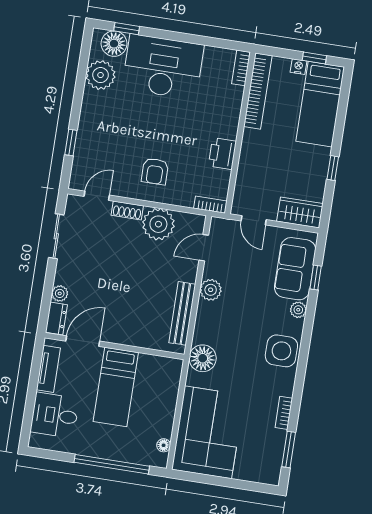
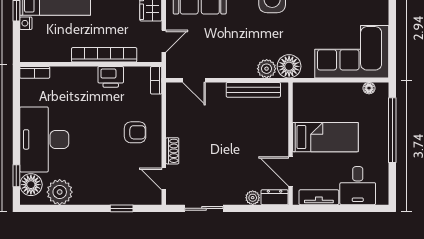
bookcase: (258, 91) -> (104, 55), moved
plant: (158, 224) -> (180, 122), removed
plant: (211, 290) -> (267, 69), moved

